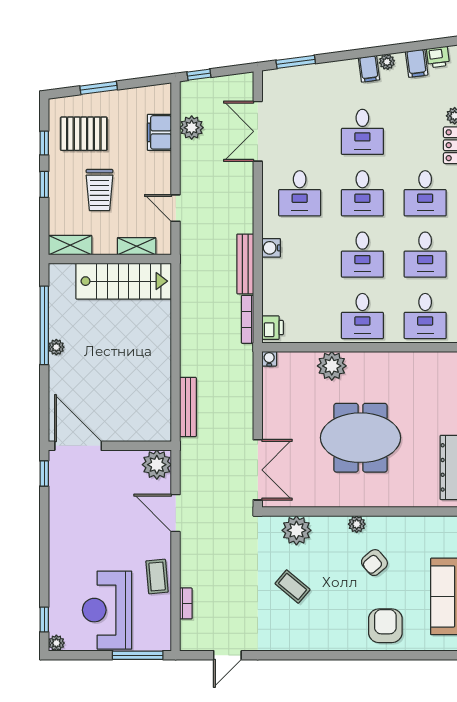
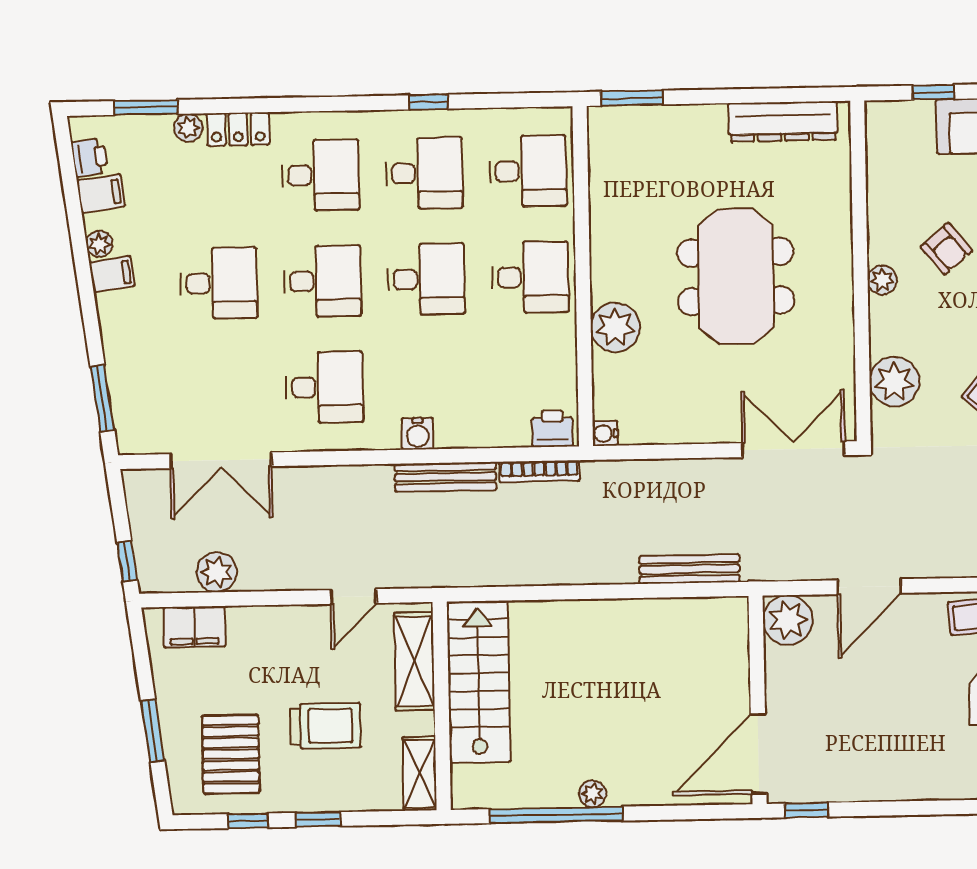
filing cabinet: (159, 132) -> (194, 627), moved
shelving: (137, 246) -> (414, 661), width x1.50, depth x1.33

